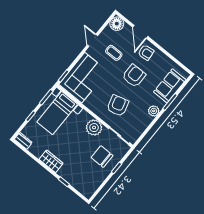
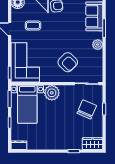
armchair: (134, 76) -> (62, 30), removed
armchair: (118, 106) -> (68, 62), turned 151
plant: (94, 128) -> (52, 93), moved
chair: (102, 157) -> (87, 109), turned 113
wardrobe: (51, 161) -> (93, 144), moved

